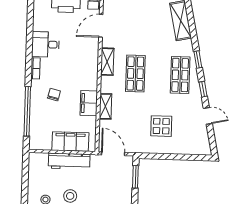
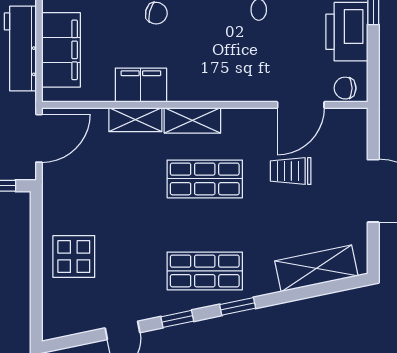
door: (101, 26) -> (301, 105), swing flipped
trolley: (133, 32) -> (291, 171), added
shelving: (107, 62) -> (192, 120), moved
display table: (161, 126) -> (74, 257), moved

